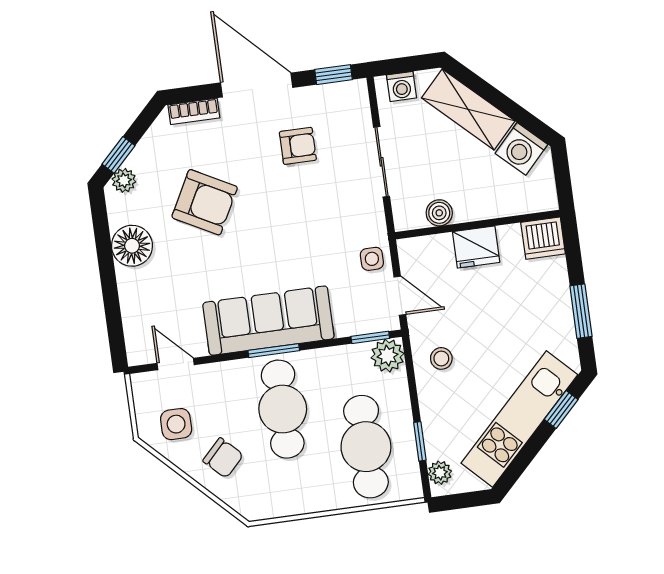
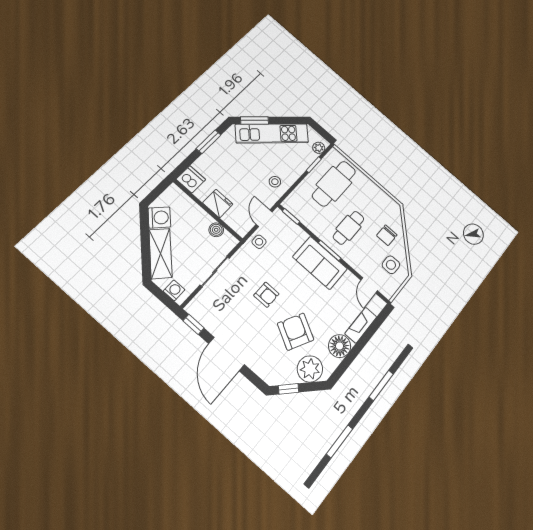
bookcase: (194, 111) -> (261, 371), removed
armchair: (298, 146) -> (266, 295), moved, turned 180
window: (118, 155) -> (289, 389), moved
plant: (124, 180) -> (310, 369), width x1.88, depth x1.88
fireplace: (133, 301) -> (361, 325), added
sofa: (268, 321) -> (320, 263), width x0.73
plant: (388, 356) -> (292, 204), removed
cafe table: (283, 409) -> (349, 228), width x0.73, depth x0.74
window: (561, 409) -> (254, 120), width x1.50
chair: (223, 458) -> (387, 235), turned -134

